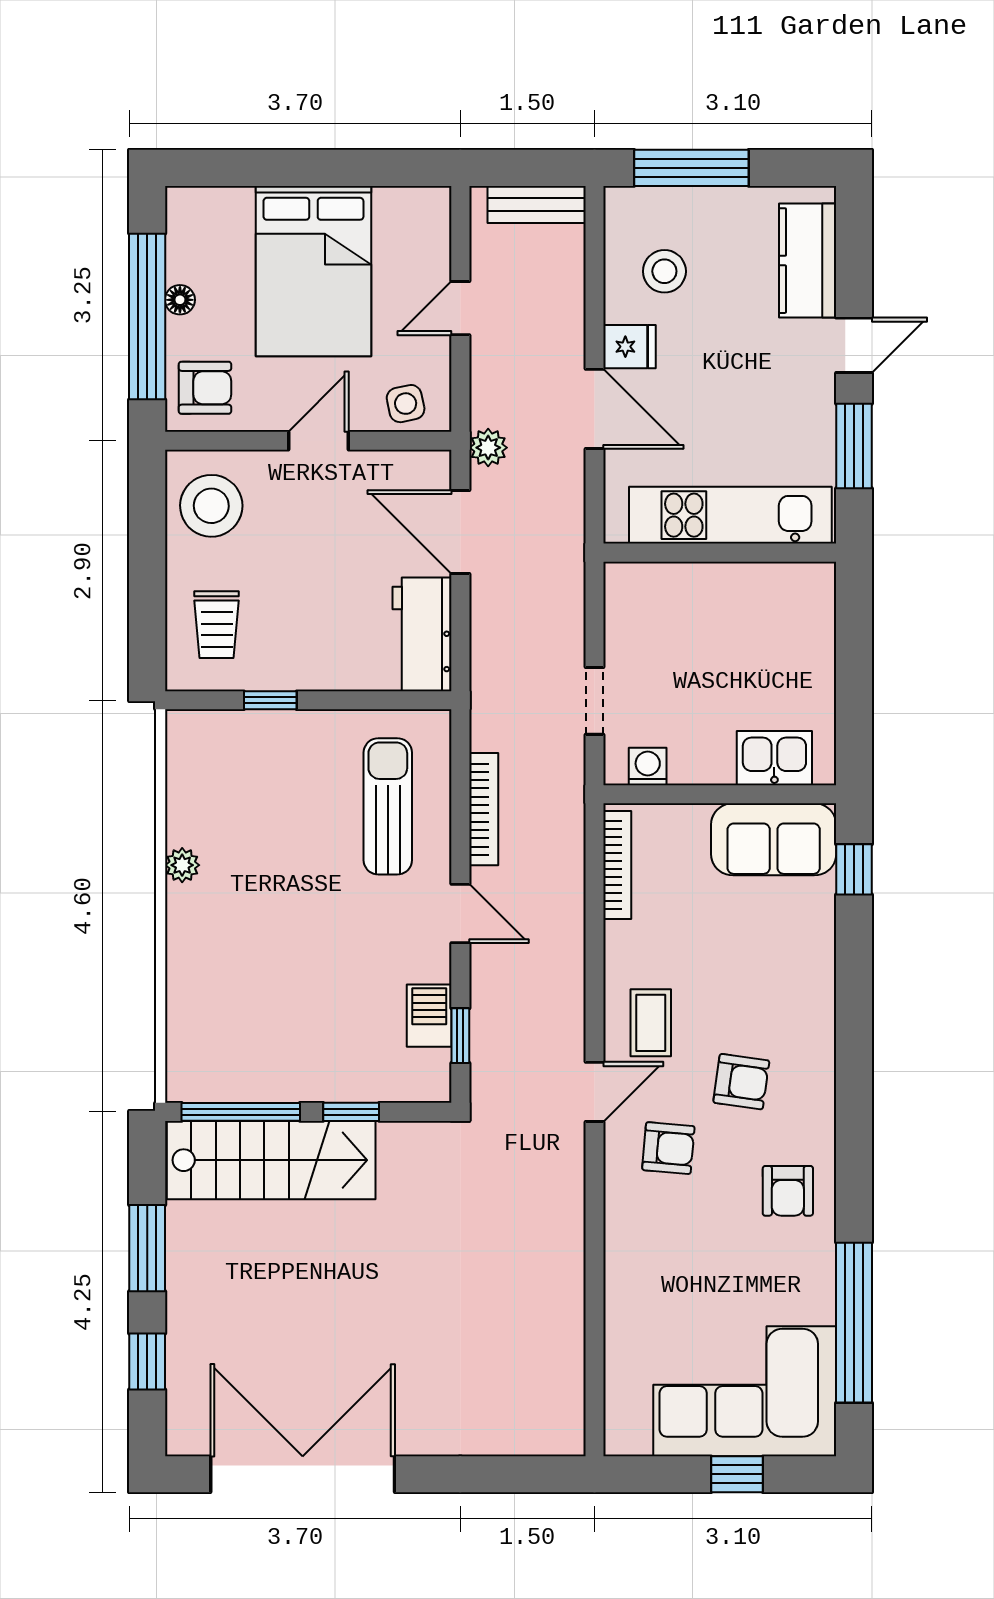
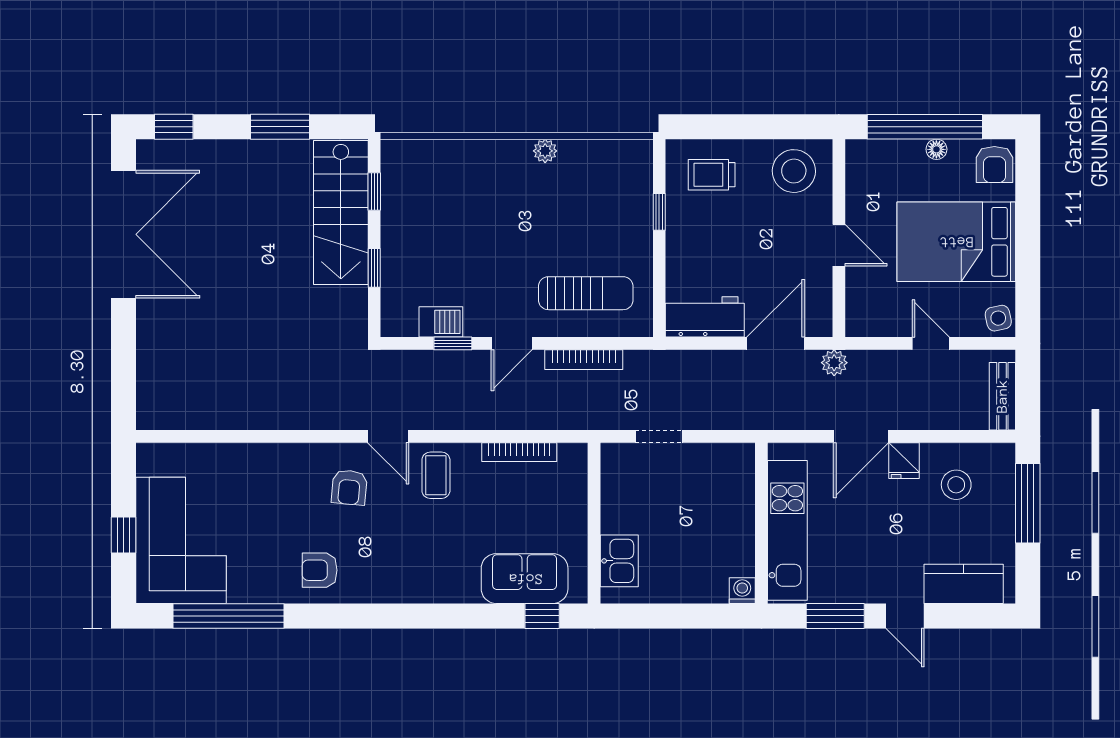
armchair: (205, 388) -> (994, 165), moved
side table: (406, 404) -> (998, 318), moved
washing machine: (648, 767) -> (742, 591), moved, turned -90
sofa: (774, 839) -> (525, 579), moved, turned 90
bookcase: (617, 865) -> (519, 452), moved
coffee table: (651, 1023) -> (436, 475), turned 90
window: (460, 1036) -> (453, 343), moved
armchair: (741, 1082) -> (395, 538), removed
window: (241, 1112) -> (374, 191), width x0.46
window: (147, 1361) -> (174, 127), moved

